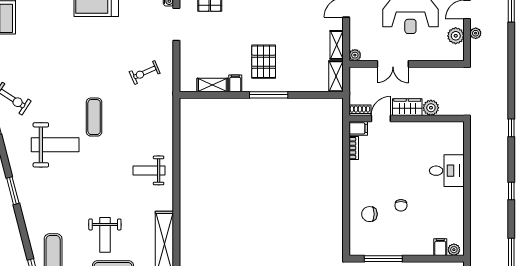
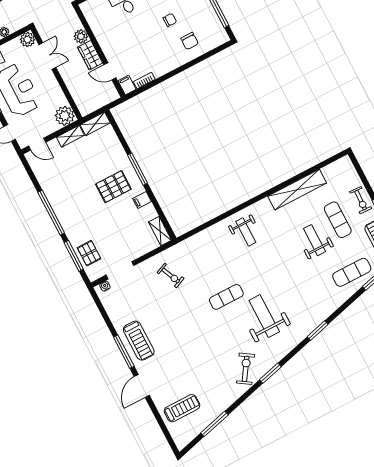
plant: (456, 36) -> (28, 40), moved
plant: (355, 55) -> (65, 116), width x1.88, depth x1.88
double door: (393, 64) -> (47, 56), moved
shelving: (212, 85) -> (160, 231), moved
shoe rack: (360, 110) -> (112, 91), removed
weight bench: (105, 235) -> (314, 240), turned -90

